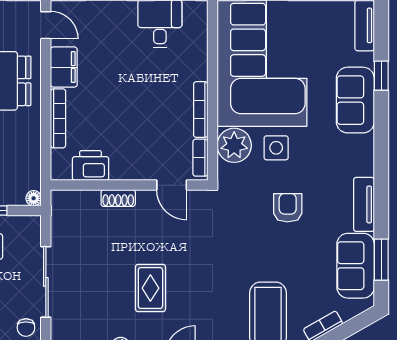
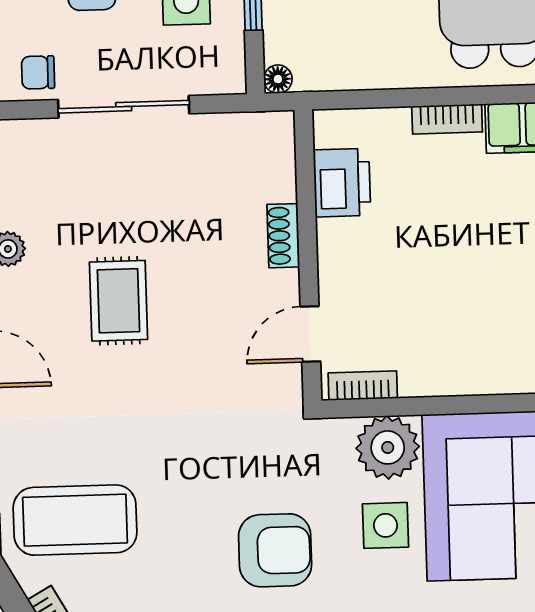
bookcase: (201, 110) -> (452, 383), removed
bookcase: (58, 118) -> (447, 119), width x0.64
armchair: (288, 208) -> (275, 550), width x1.38, depth x1.38
rug: (150, 288) -> (118, 301), turned 90

